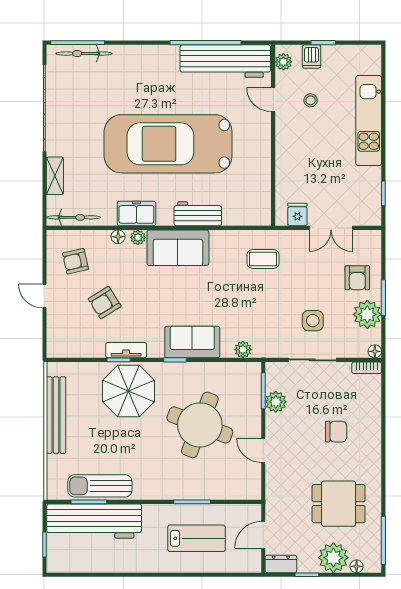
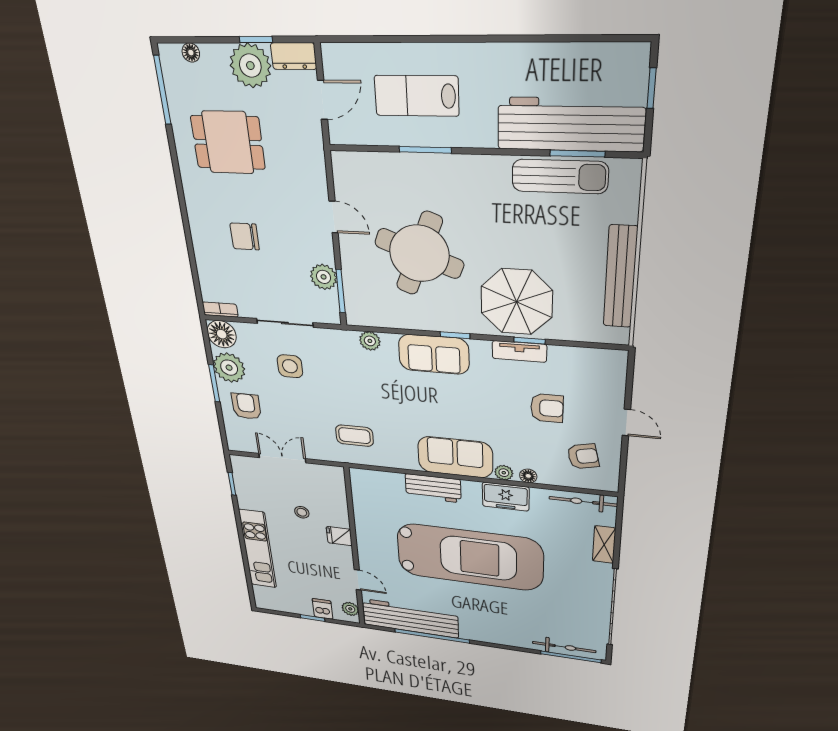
stool: (311, 100) -> (302, 512), moved
fridge: (297, 215) -> (339, 536), moved, turned 90
armchair: (105, 303) -> (547, 408), turned 32
floor lamp: (375, 351) -> (222, 334), width x1.89, depth x1.89
plant: (333, 558) -> (250, 66), moved

